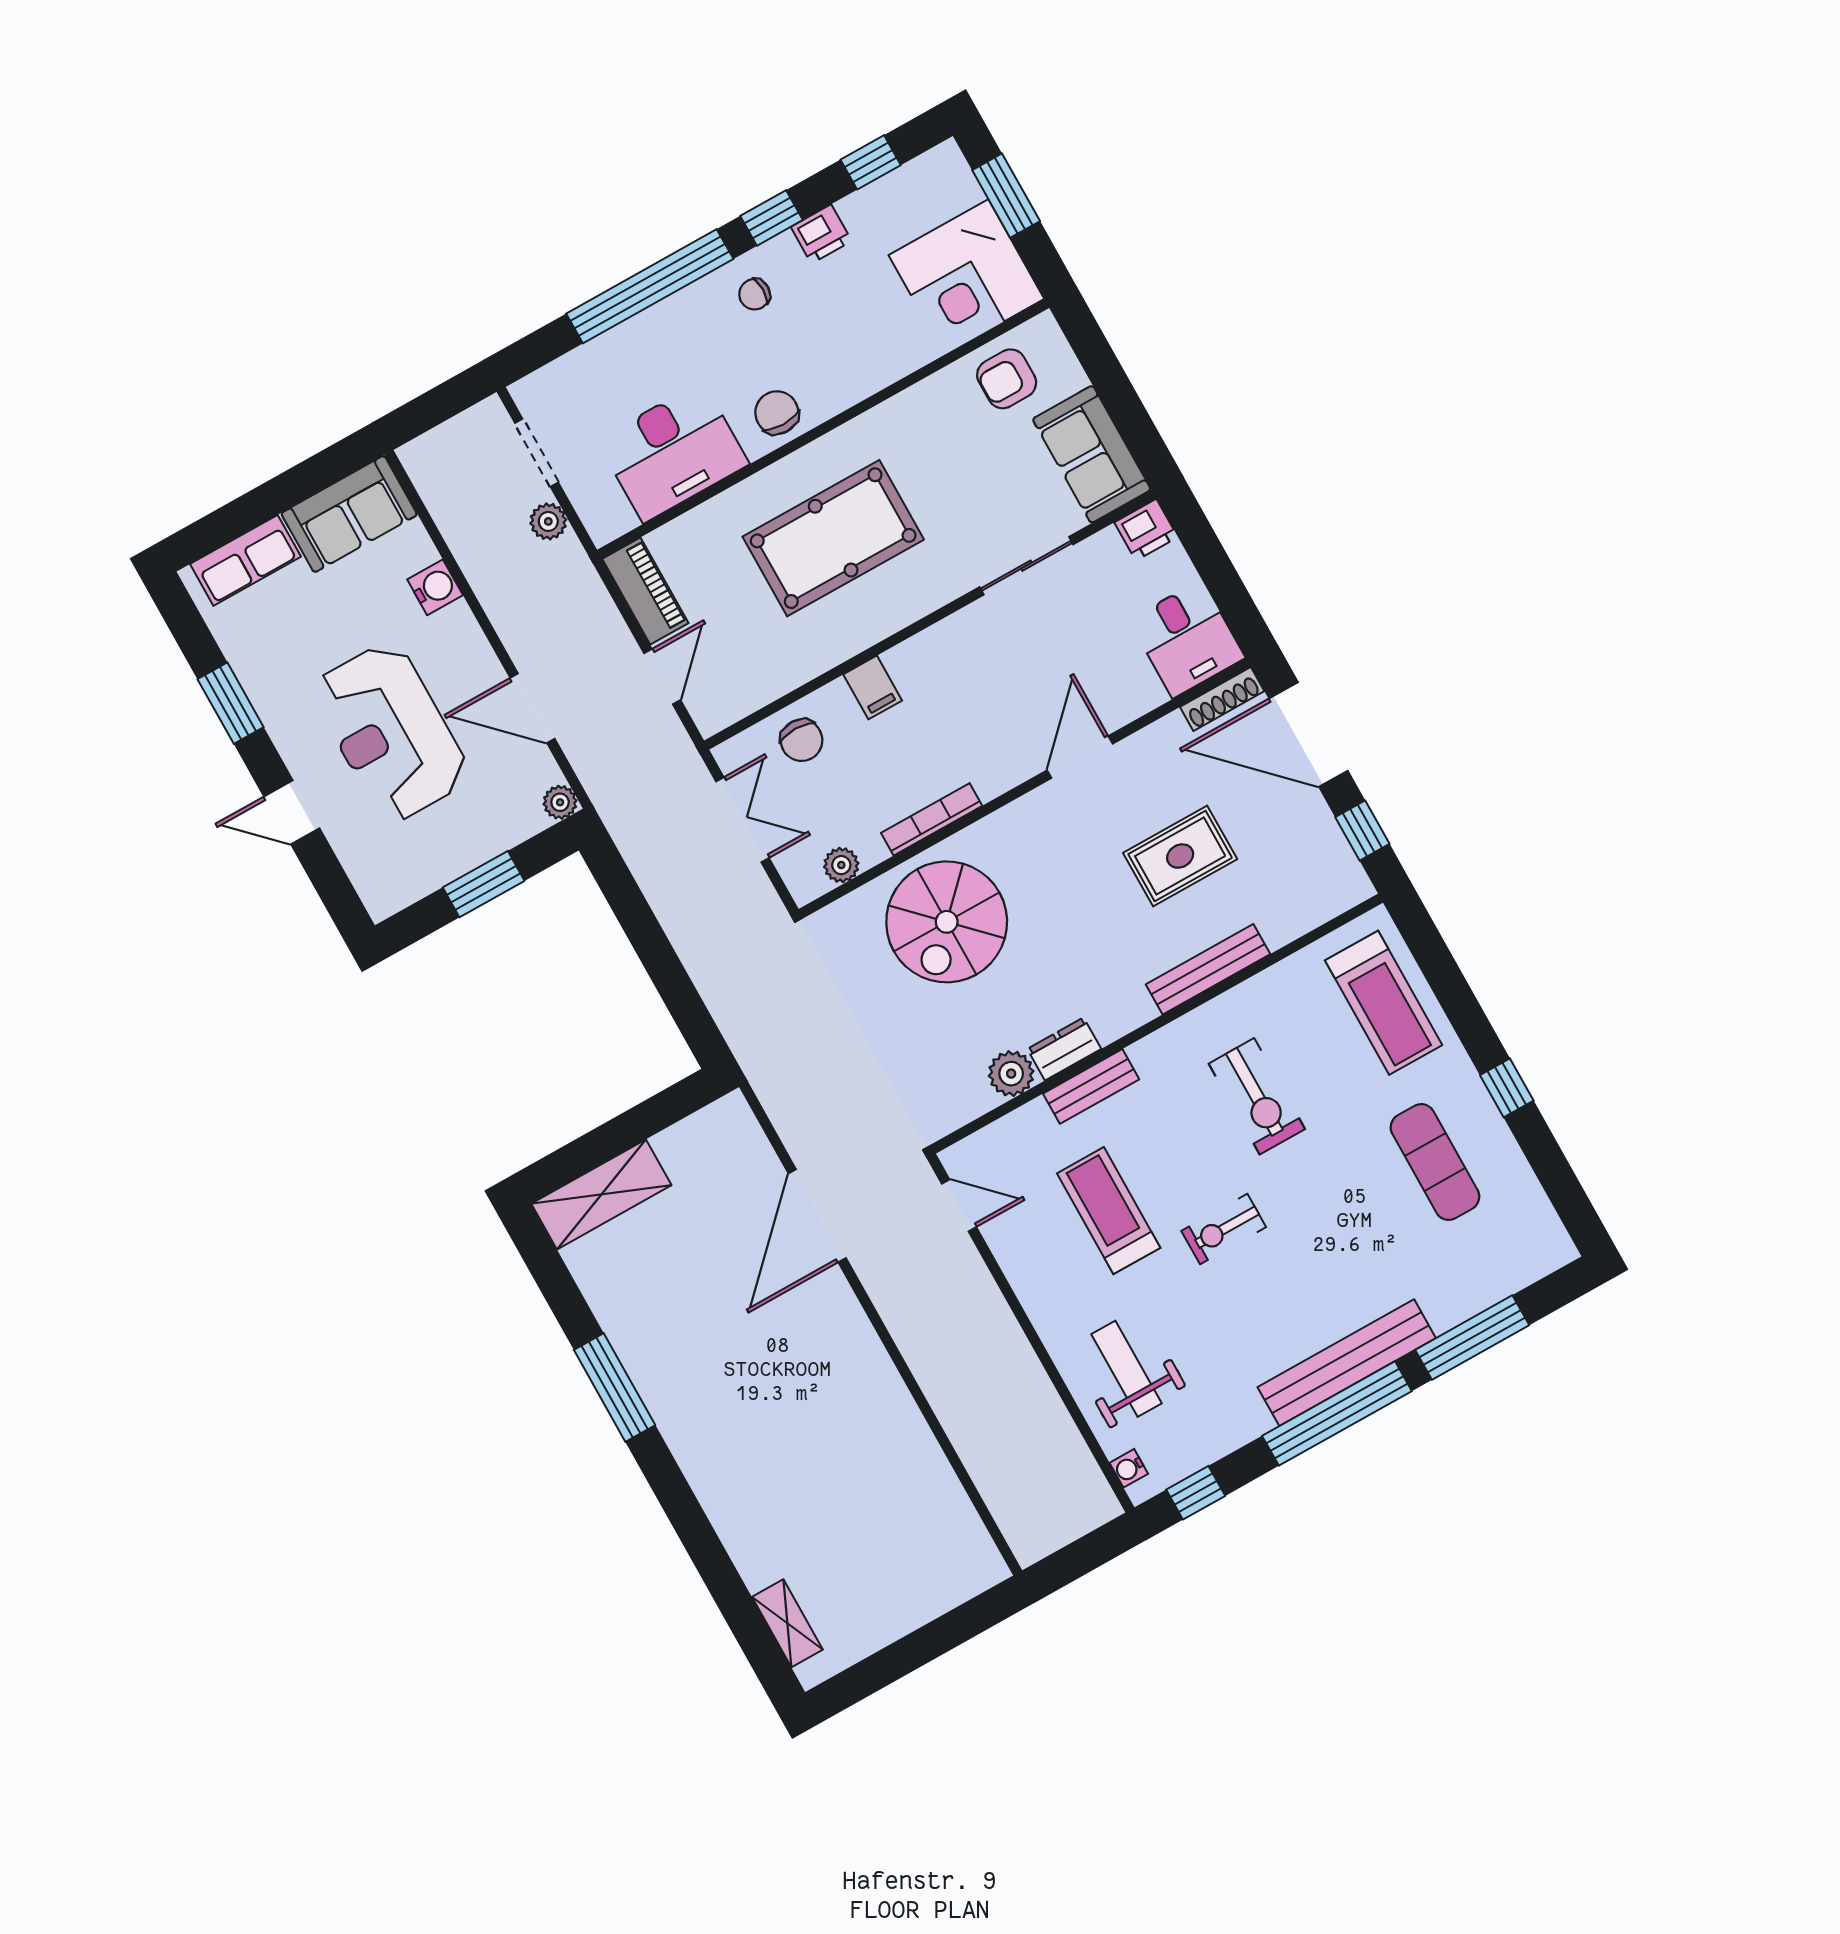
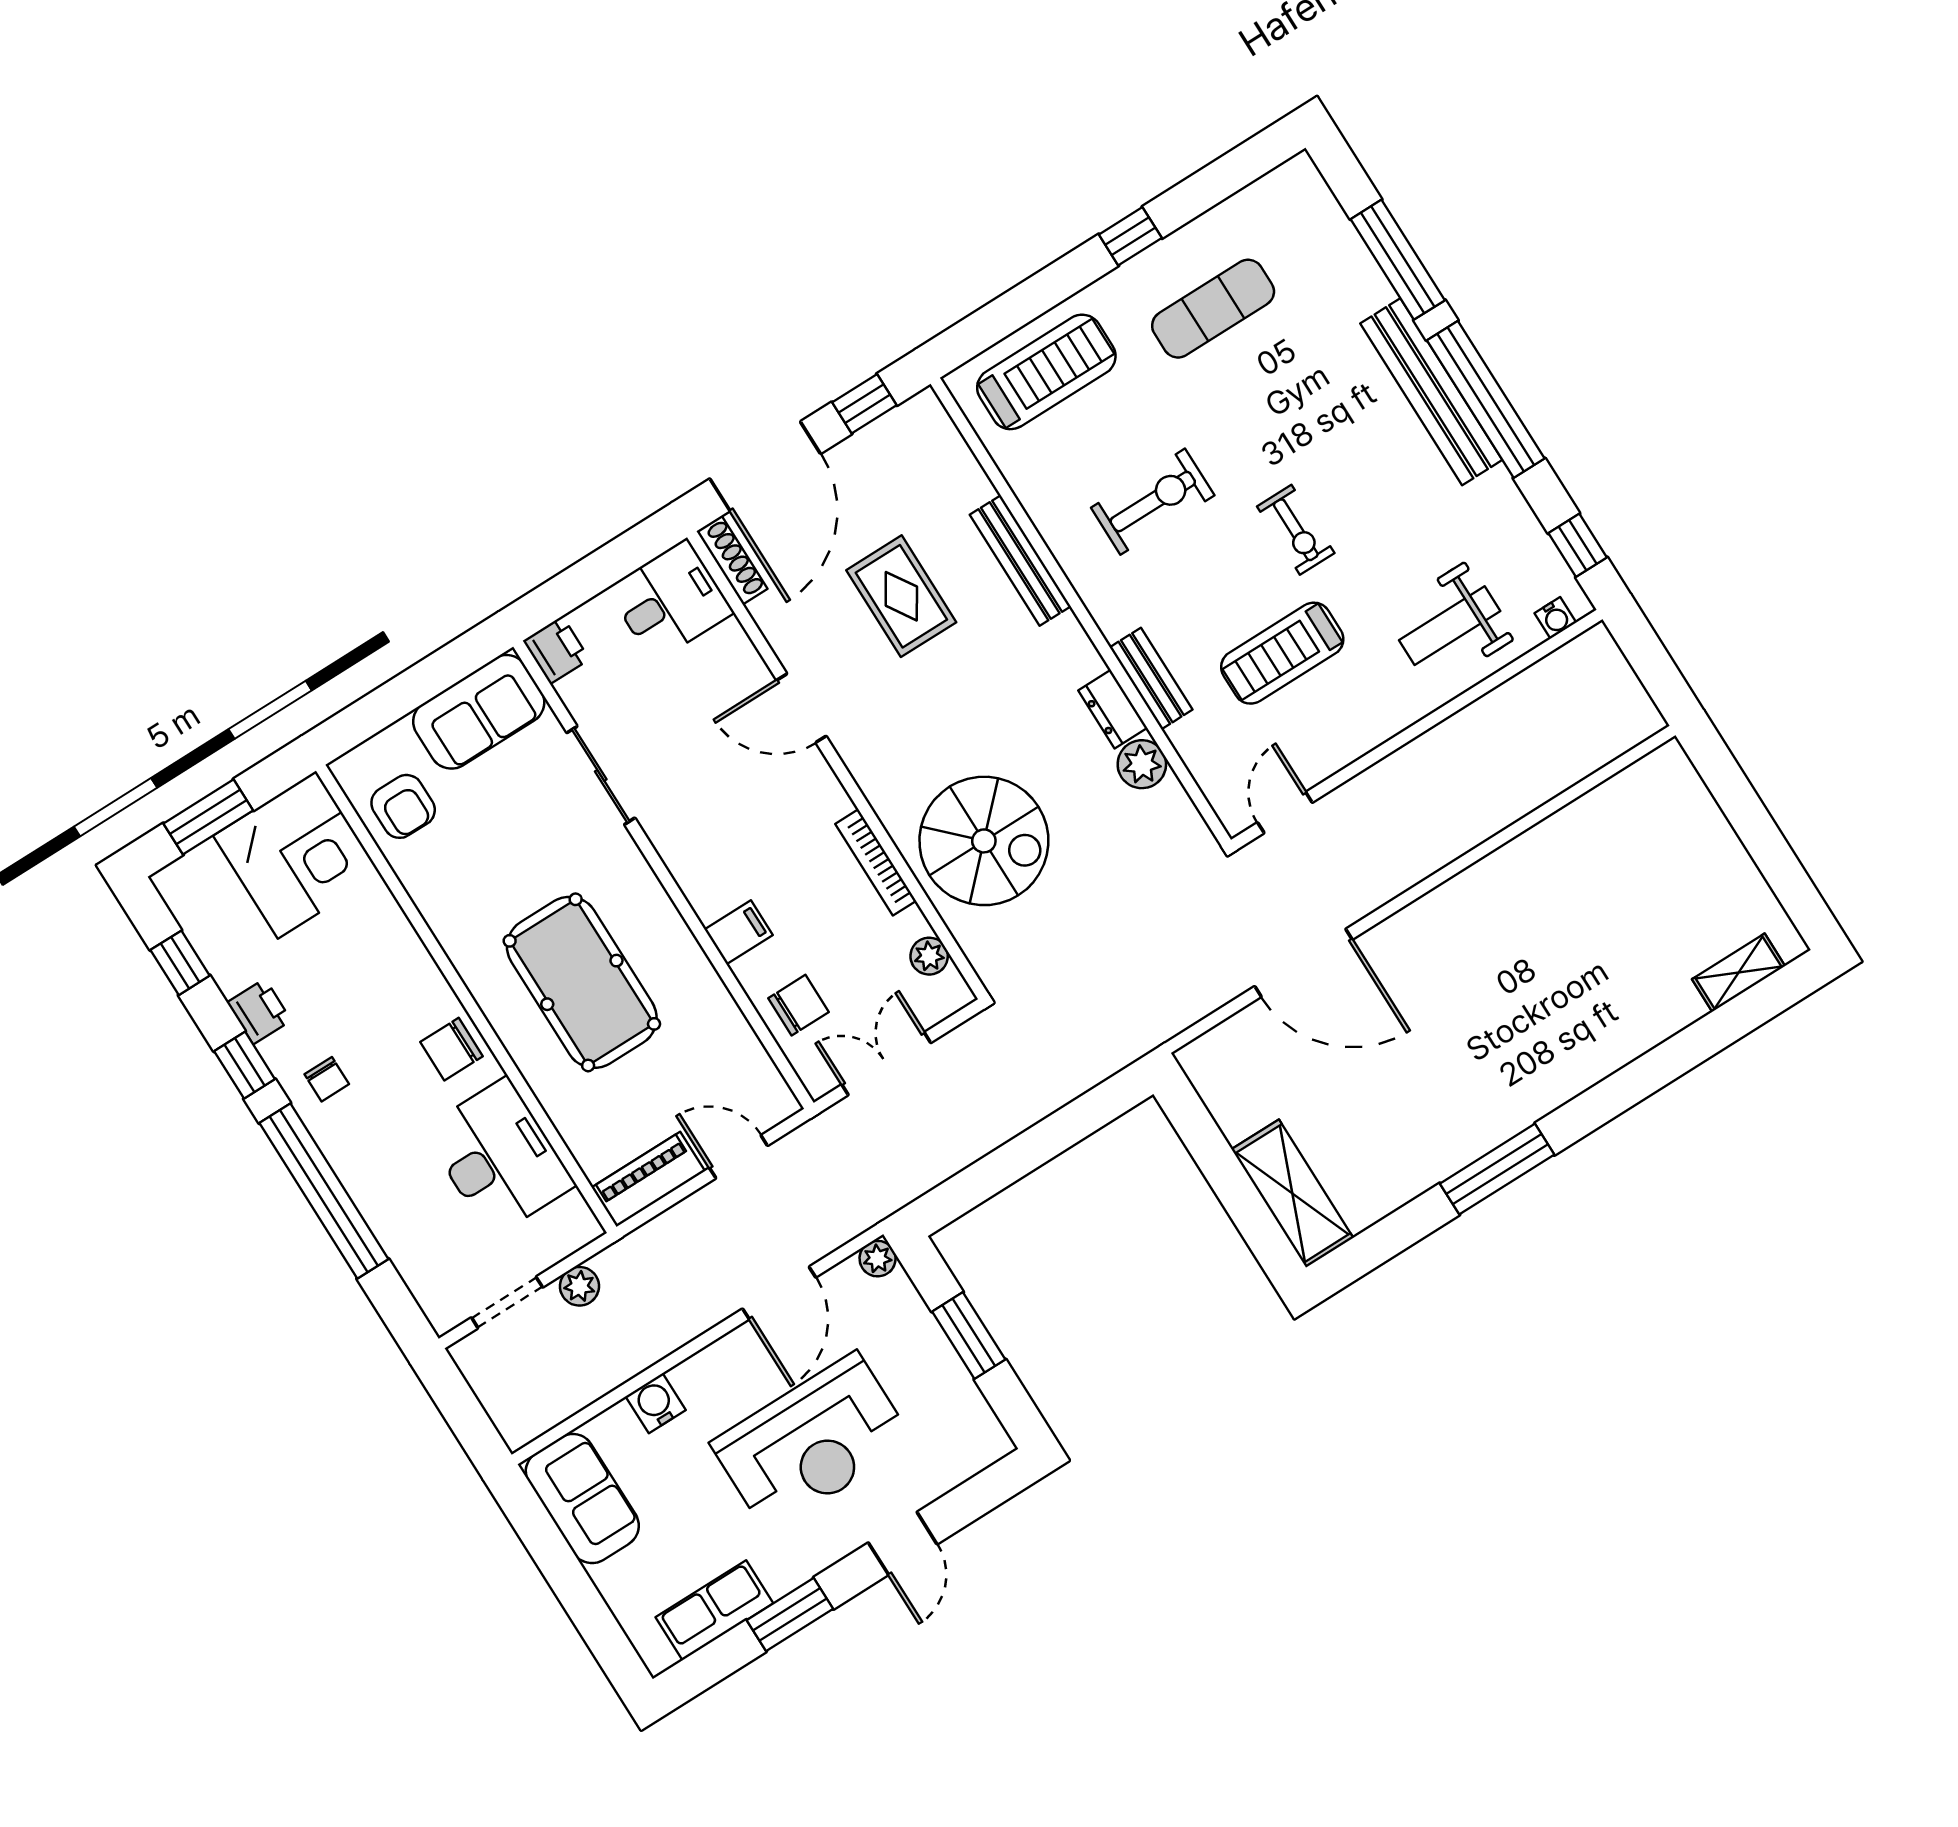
row of seats: (245, 560) -> (714, 1610), moved, turned -90

